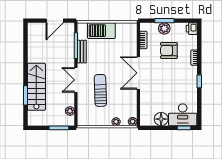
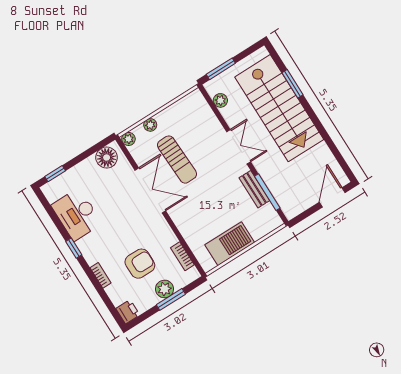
door: (55, 21) -> (332, 197), moved
barbecue: (101, 31) -> (230, 244), moved
double door: (138, 73) -> (150, 190), moved
stairs: (36, 87) -> (279, 108), width x1.36, depth x1.51
sun lounger: (100, 90) -> (177, 160), moved
desk: (183, 115) -> (77, 214), moved, turned -90
floor lamp: (161, 119) -> (107, 158), moved

